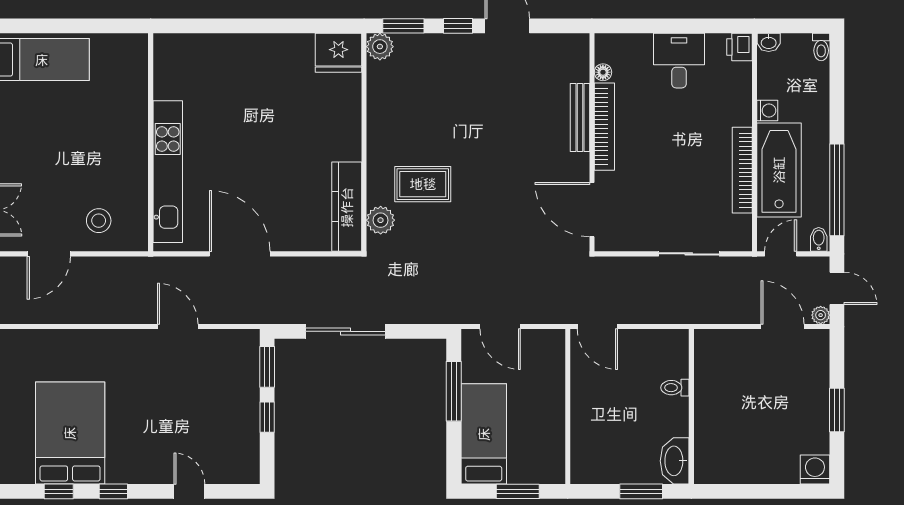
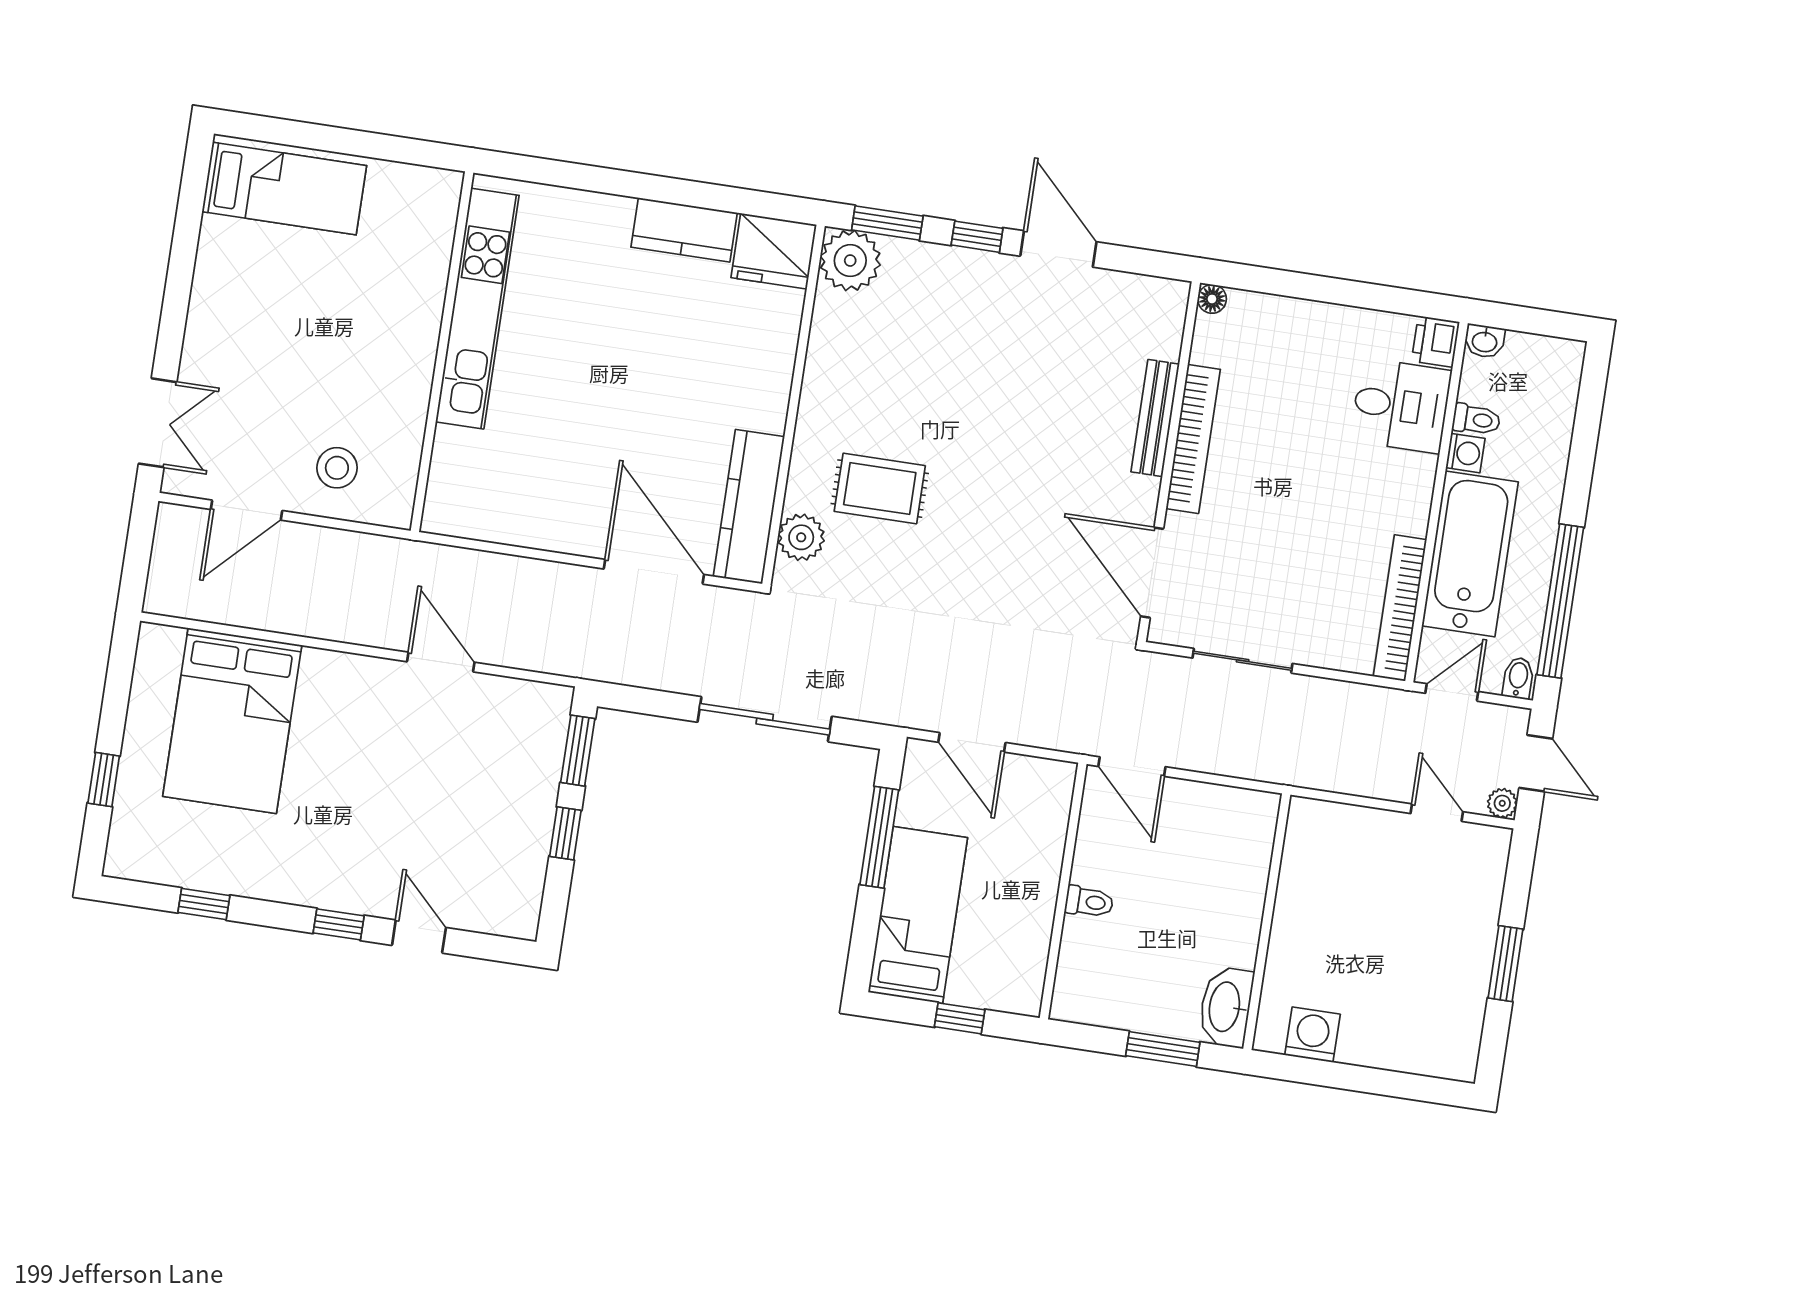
plant: (380, 47) -> (850, 261), width x1.36, depth x1.36
toilet: (821, 47) -> (1476, 420), moved, turned -90
kitchen counter: (283, 48) -> (684, 230), added
desk: (679, 61) -> (1401, 406), moved, turned 90
floor lamp: (603, 72) -> (1212, 299), moved
bookcase: (742, 170) -> (1400, 608), moved
kitchen unit: (168, 172) -> (477, 309), moved
door: (240, 254) -> (654, 572), moved
sliding door: (689, 254) -> (1243, 661), moved
door: (783, 327) -> (1437, 813), width x0.73
sliding door: (345, 331) -> (765, 719), moved
toilet: (675, 388) -> (1089, 902), moved, turned 180
bed: (70, 433) -> (232, 721), moved, turned 180
washing machine: (815, 470) -> (1312, 1035), moved
window: (113, 491) -> (339, 924), moved
window: (518, 491) -> (960, 1018), width x0.67

